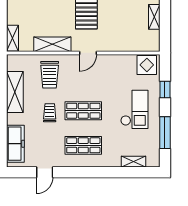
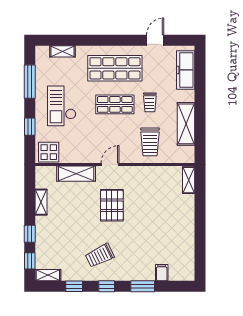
shelving: (52, 44) -> (76, 174), moved
trolley: (50, 75) -> (150, 142), turned 180
shop shelf: (83, 145) -> (115, 68), width x1.43, depth x1.36

